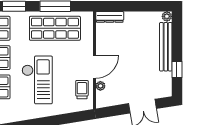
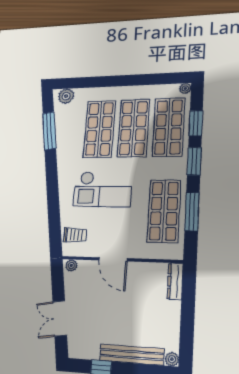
plant: (100, 86) -> (71, 265), moved
trolley: (82, 90) -> (75, 235), moved

